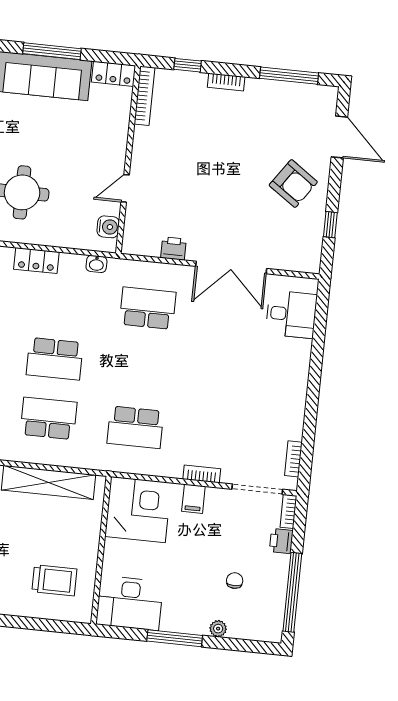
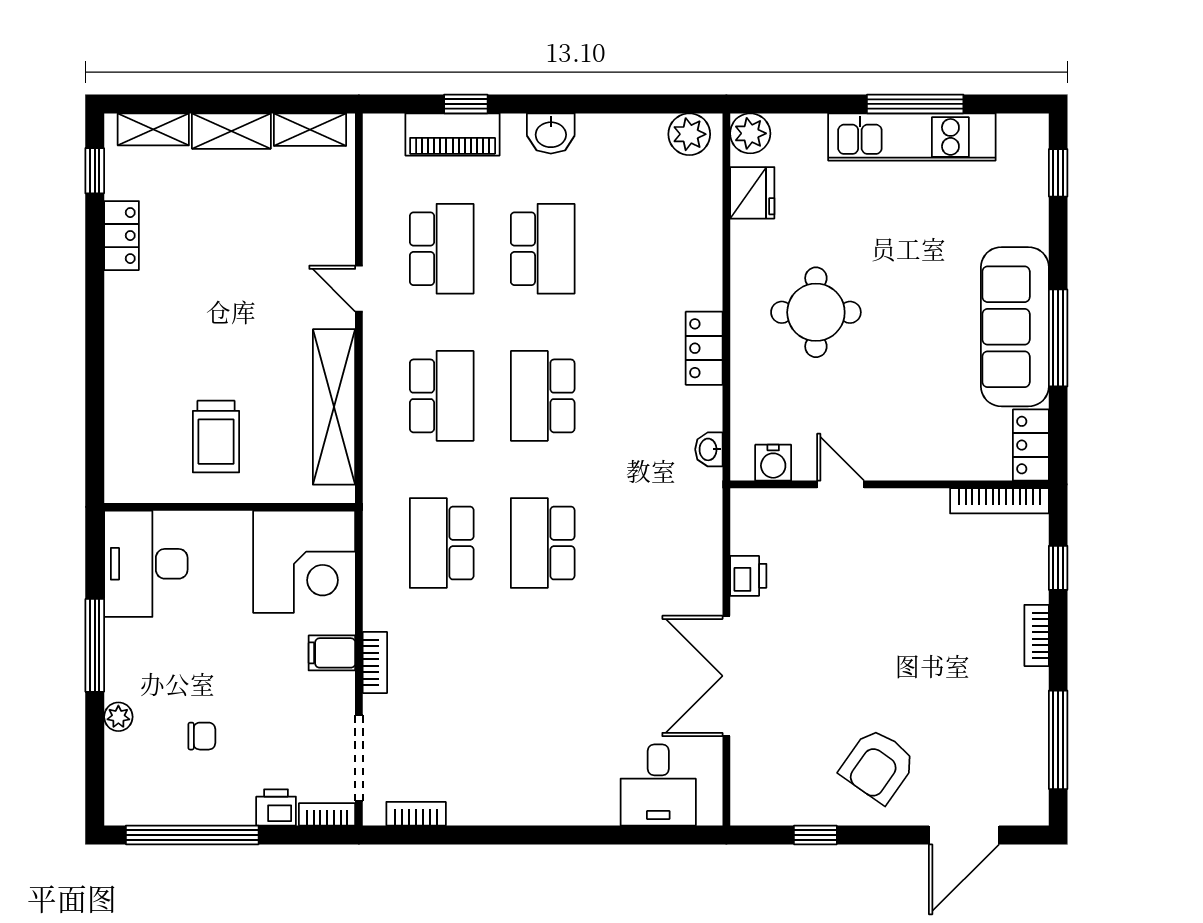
school desk: (148, 308) -> (543, 543), moved, turned 180
trolley: (54, 580) -> (216, 437), moved

